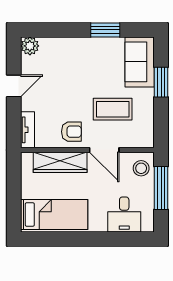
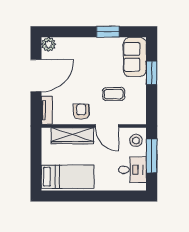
door: (14, 86) -> (36, 76), width x1.88
coffee table: (113, 109) -> (114, 94), width x0.73, depth x0.77
armchair: (71, 132) -> (81, 112), turned -90
desk: (124, 215) -> (132, 170), moved, turned -90

